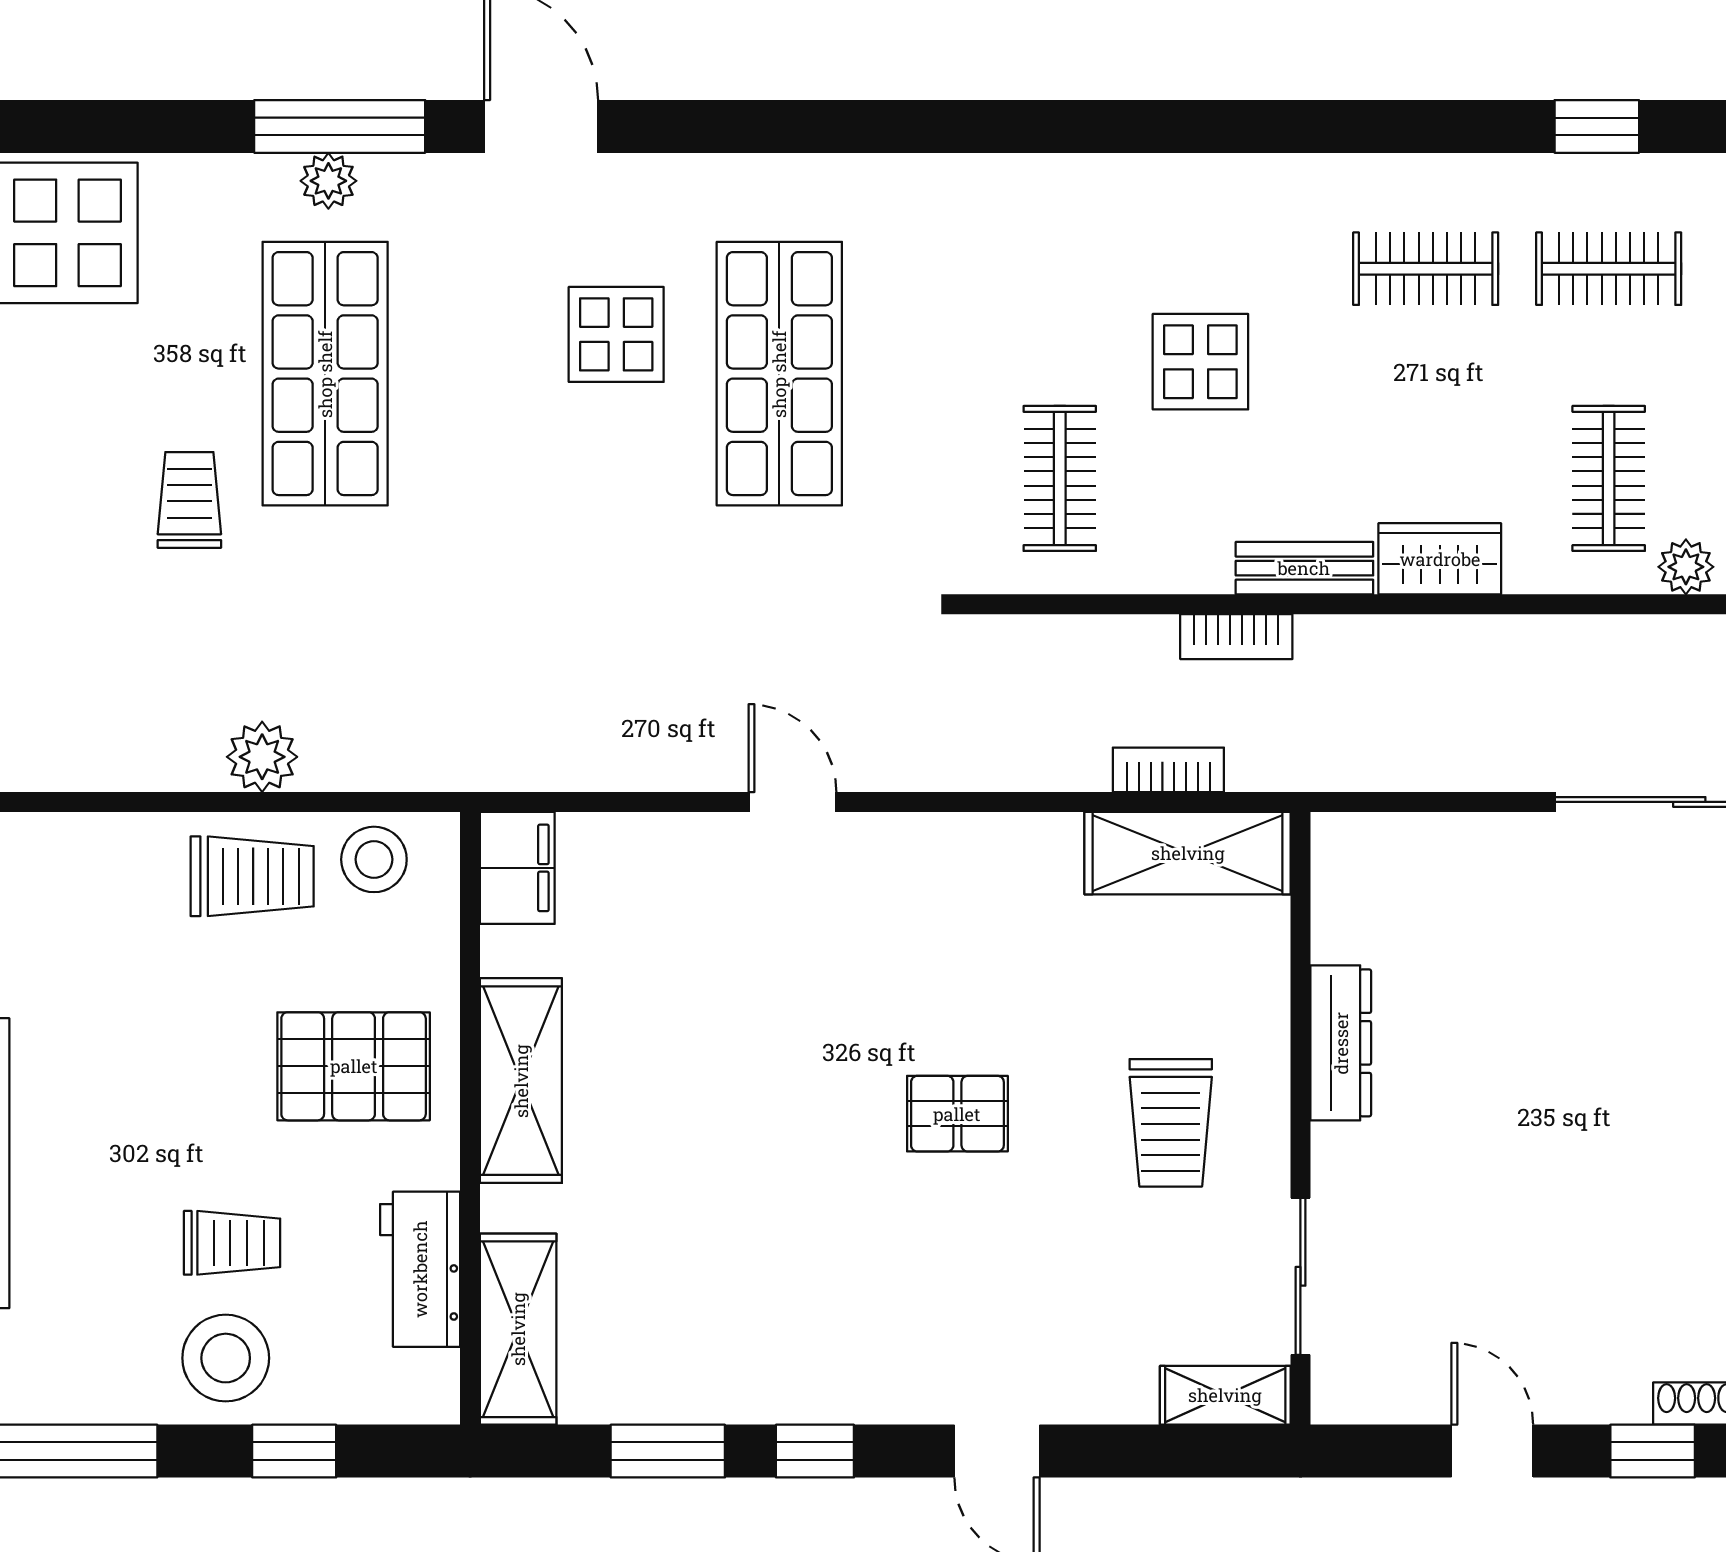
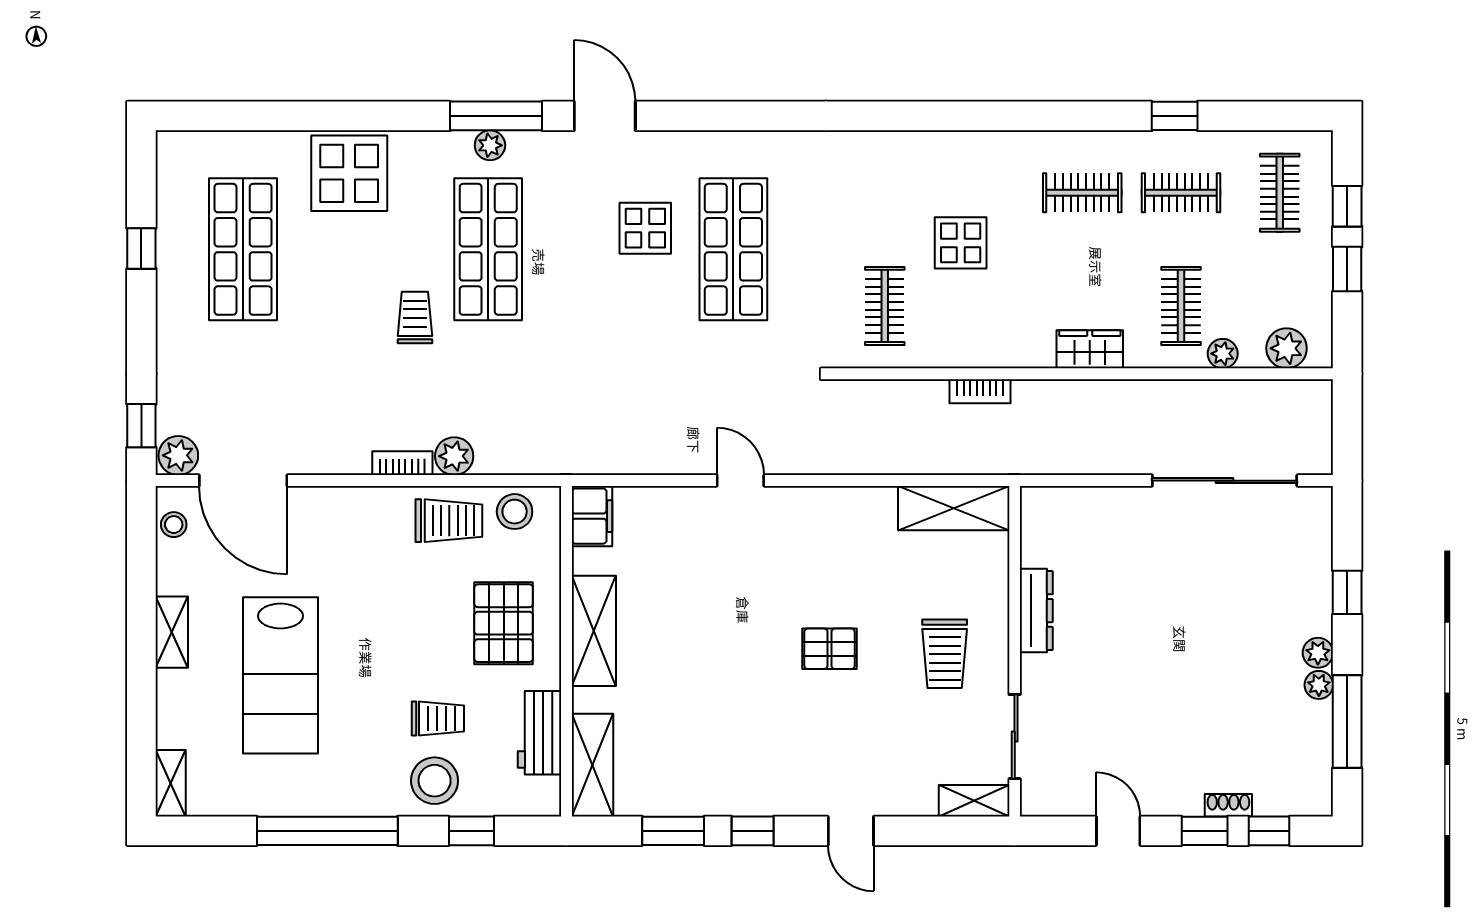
bench: (1304, 568) -> (1017, 354), removed
bookcase: (1168, 770) -> (402, 463), moved
pallet: (354, 1066) -> (504, 623), turned 90

